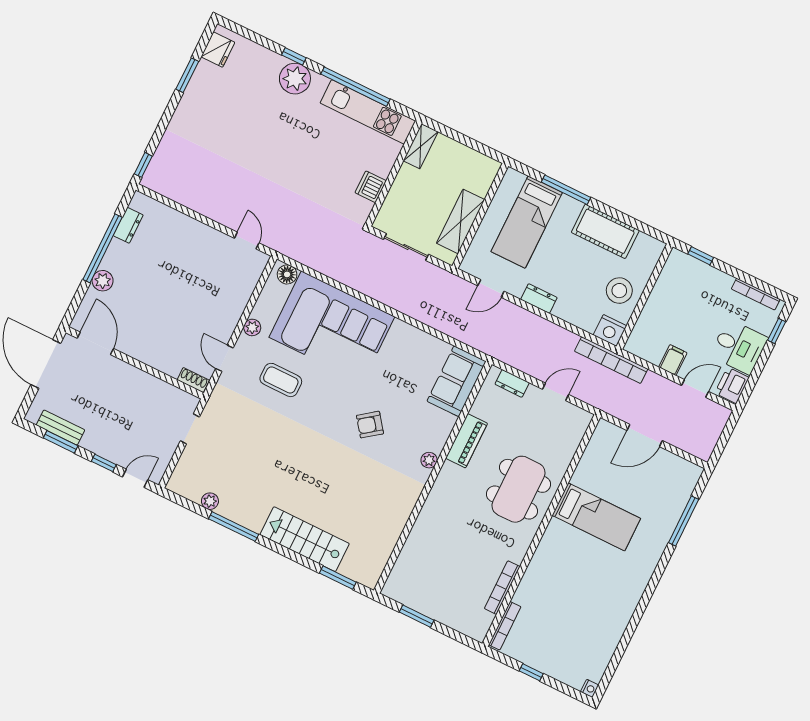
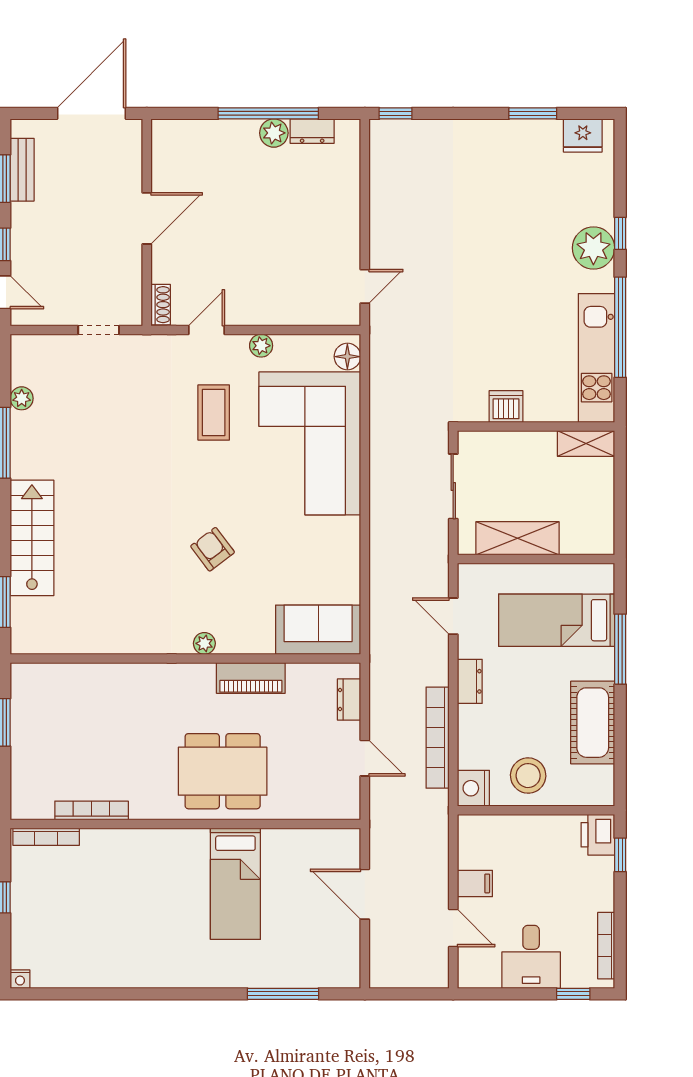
plant: (103, 281) -> (274, 133), moved
door: (95, 343) -> (147, 218), moved
bookcase: (611, 360) -> (438, 738), moved
printer: (732, 385) -> (598, 835), moved, turned -90

